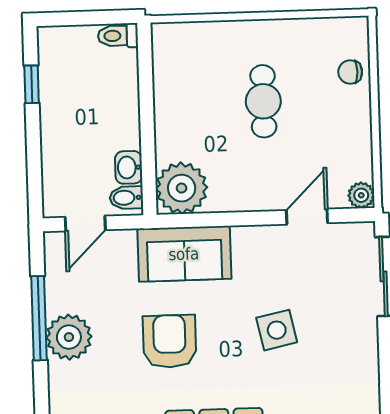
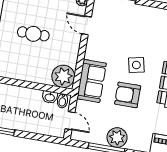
side table: (277, 330) -> (136, 65), moved

